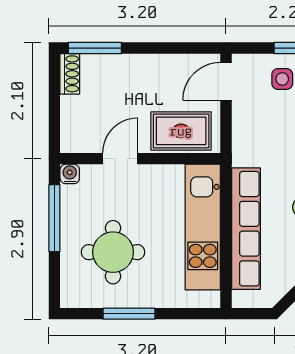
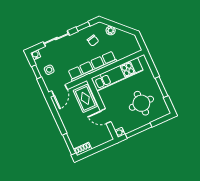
door: (226, 81) -> (59, 90), hinge flipped
row of seats: (246, 229) -> (92, 66), moved

